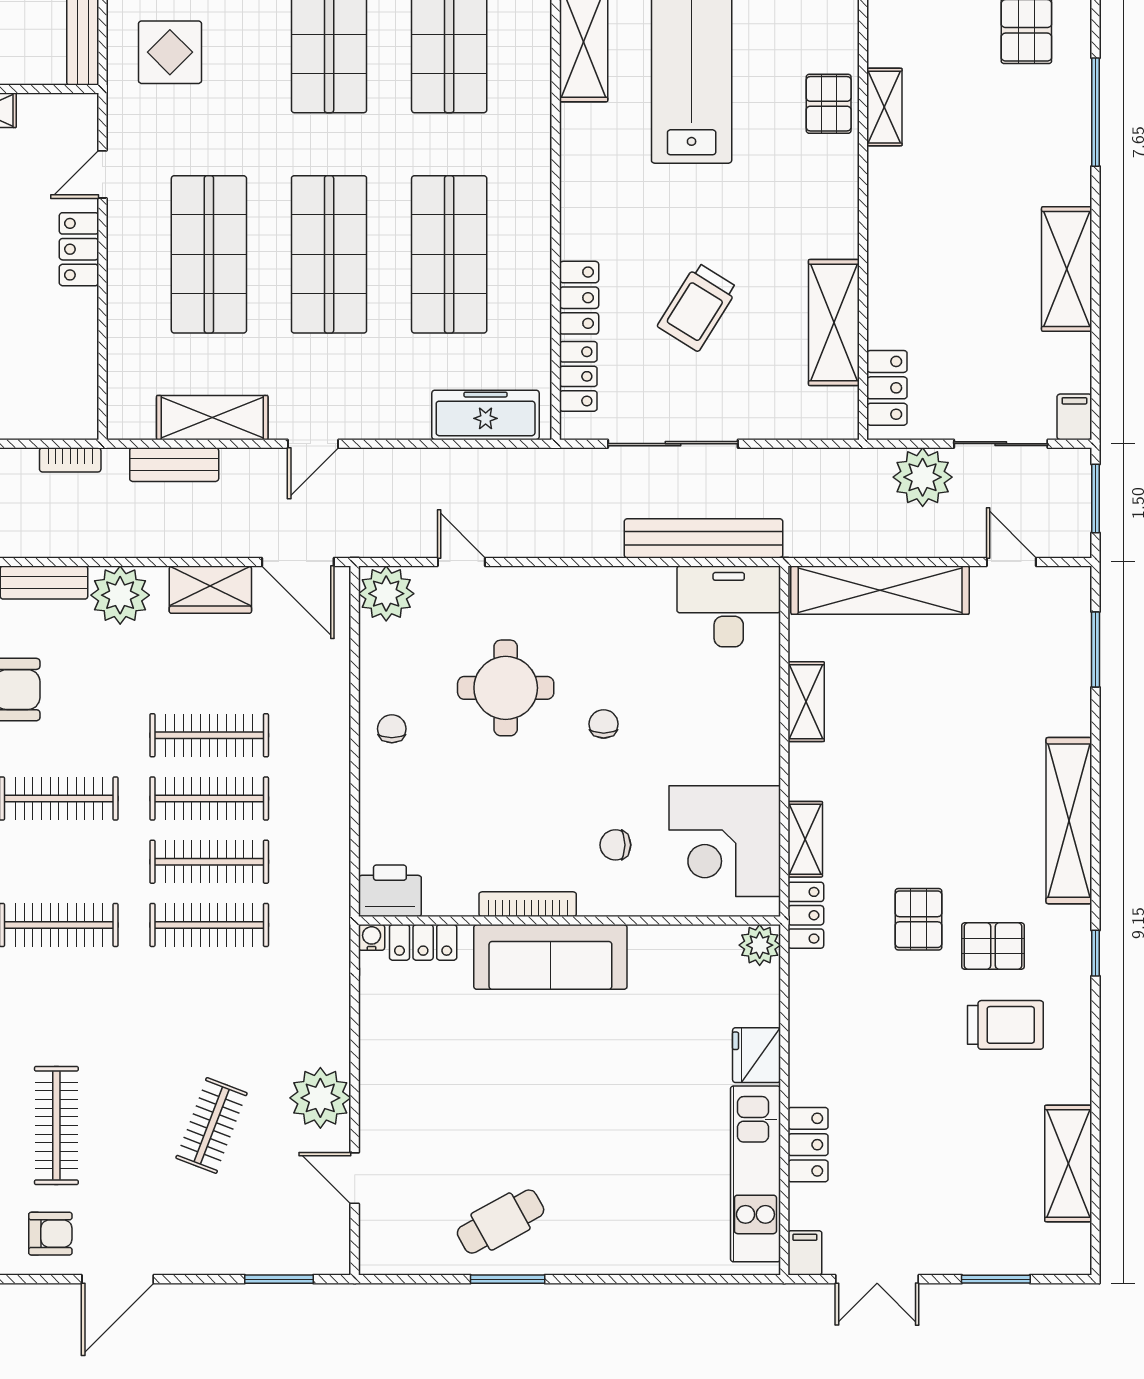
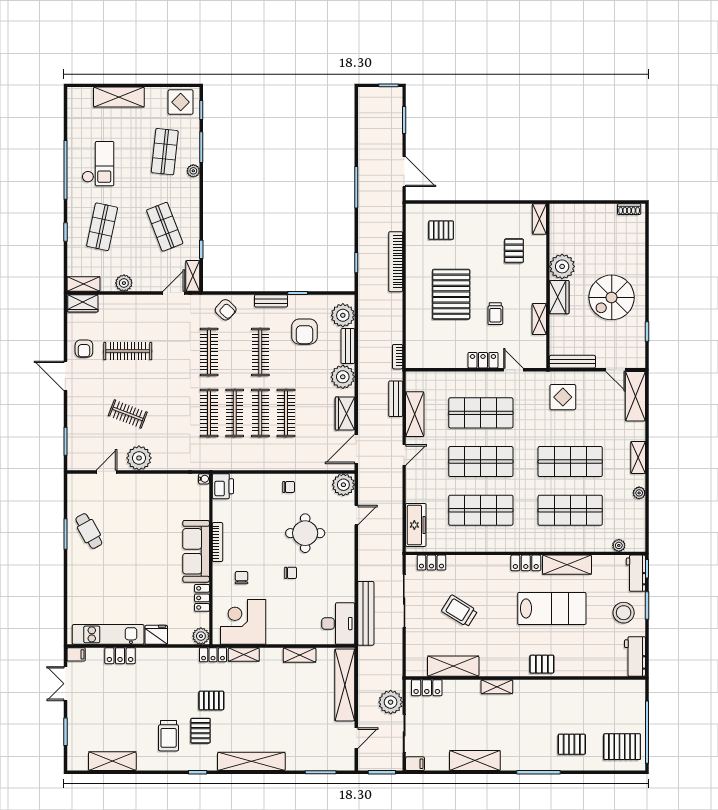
shelving: (884, 107) -> (497, 687), moved
locker: (579, 298) -> (526, 563), moved
door: (313, 444) -> (404, 455), swing flipped
locker: (423, 942) -> (202, 598), moved

